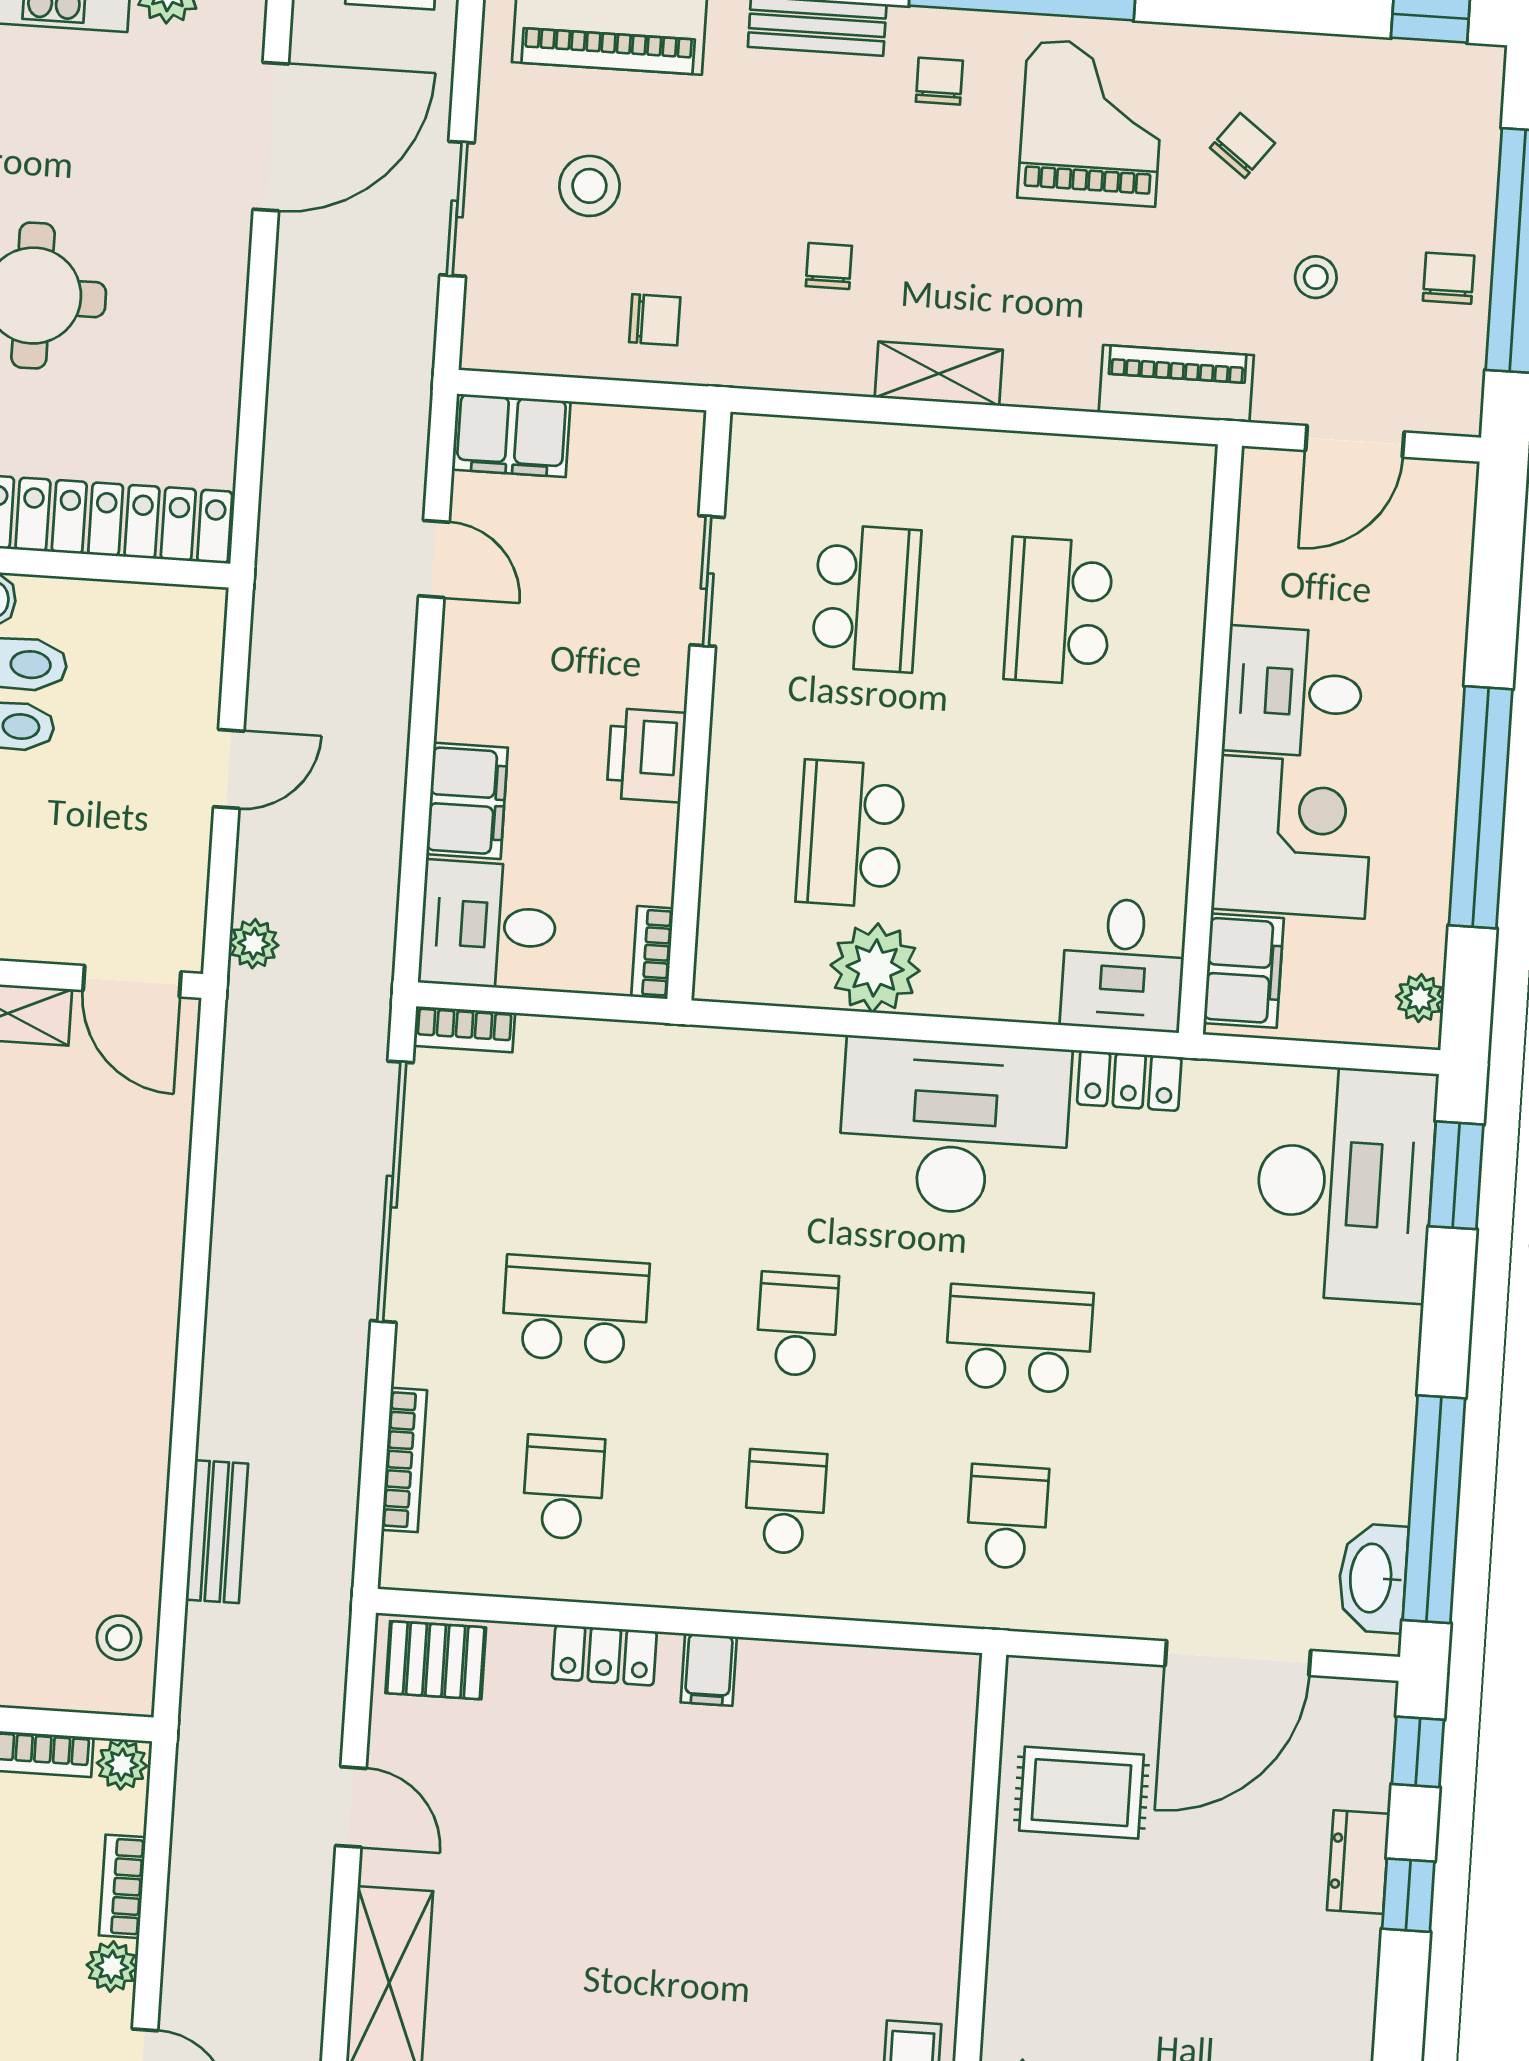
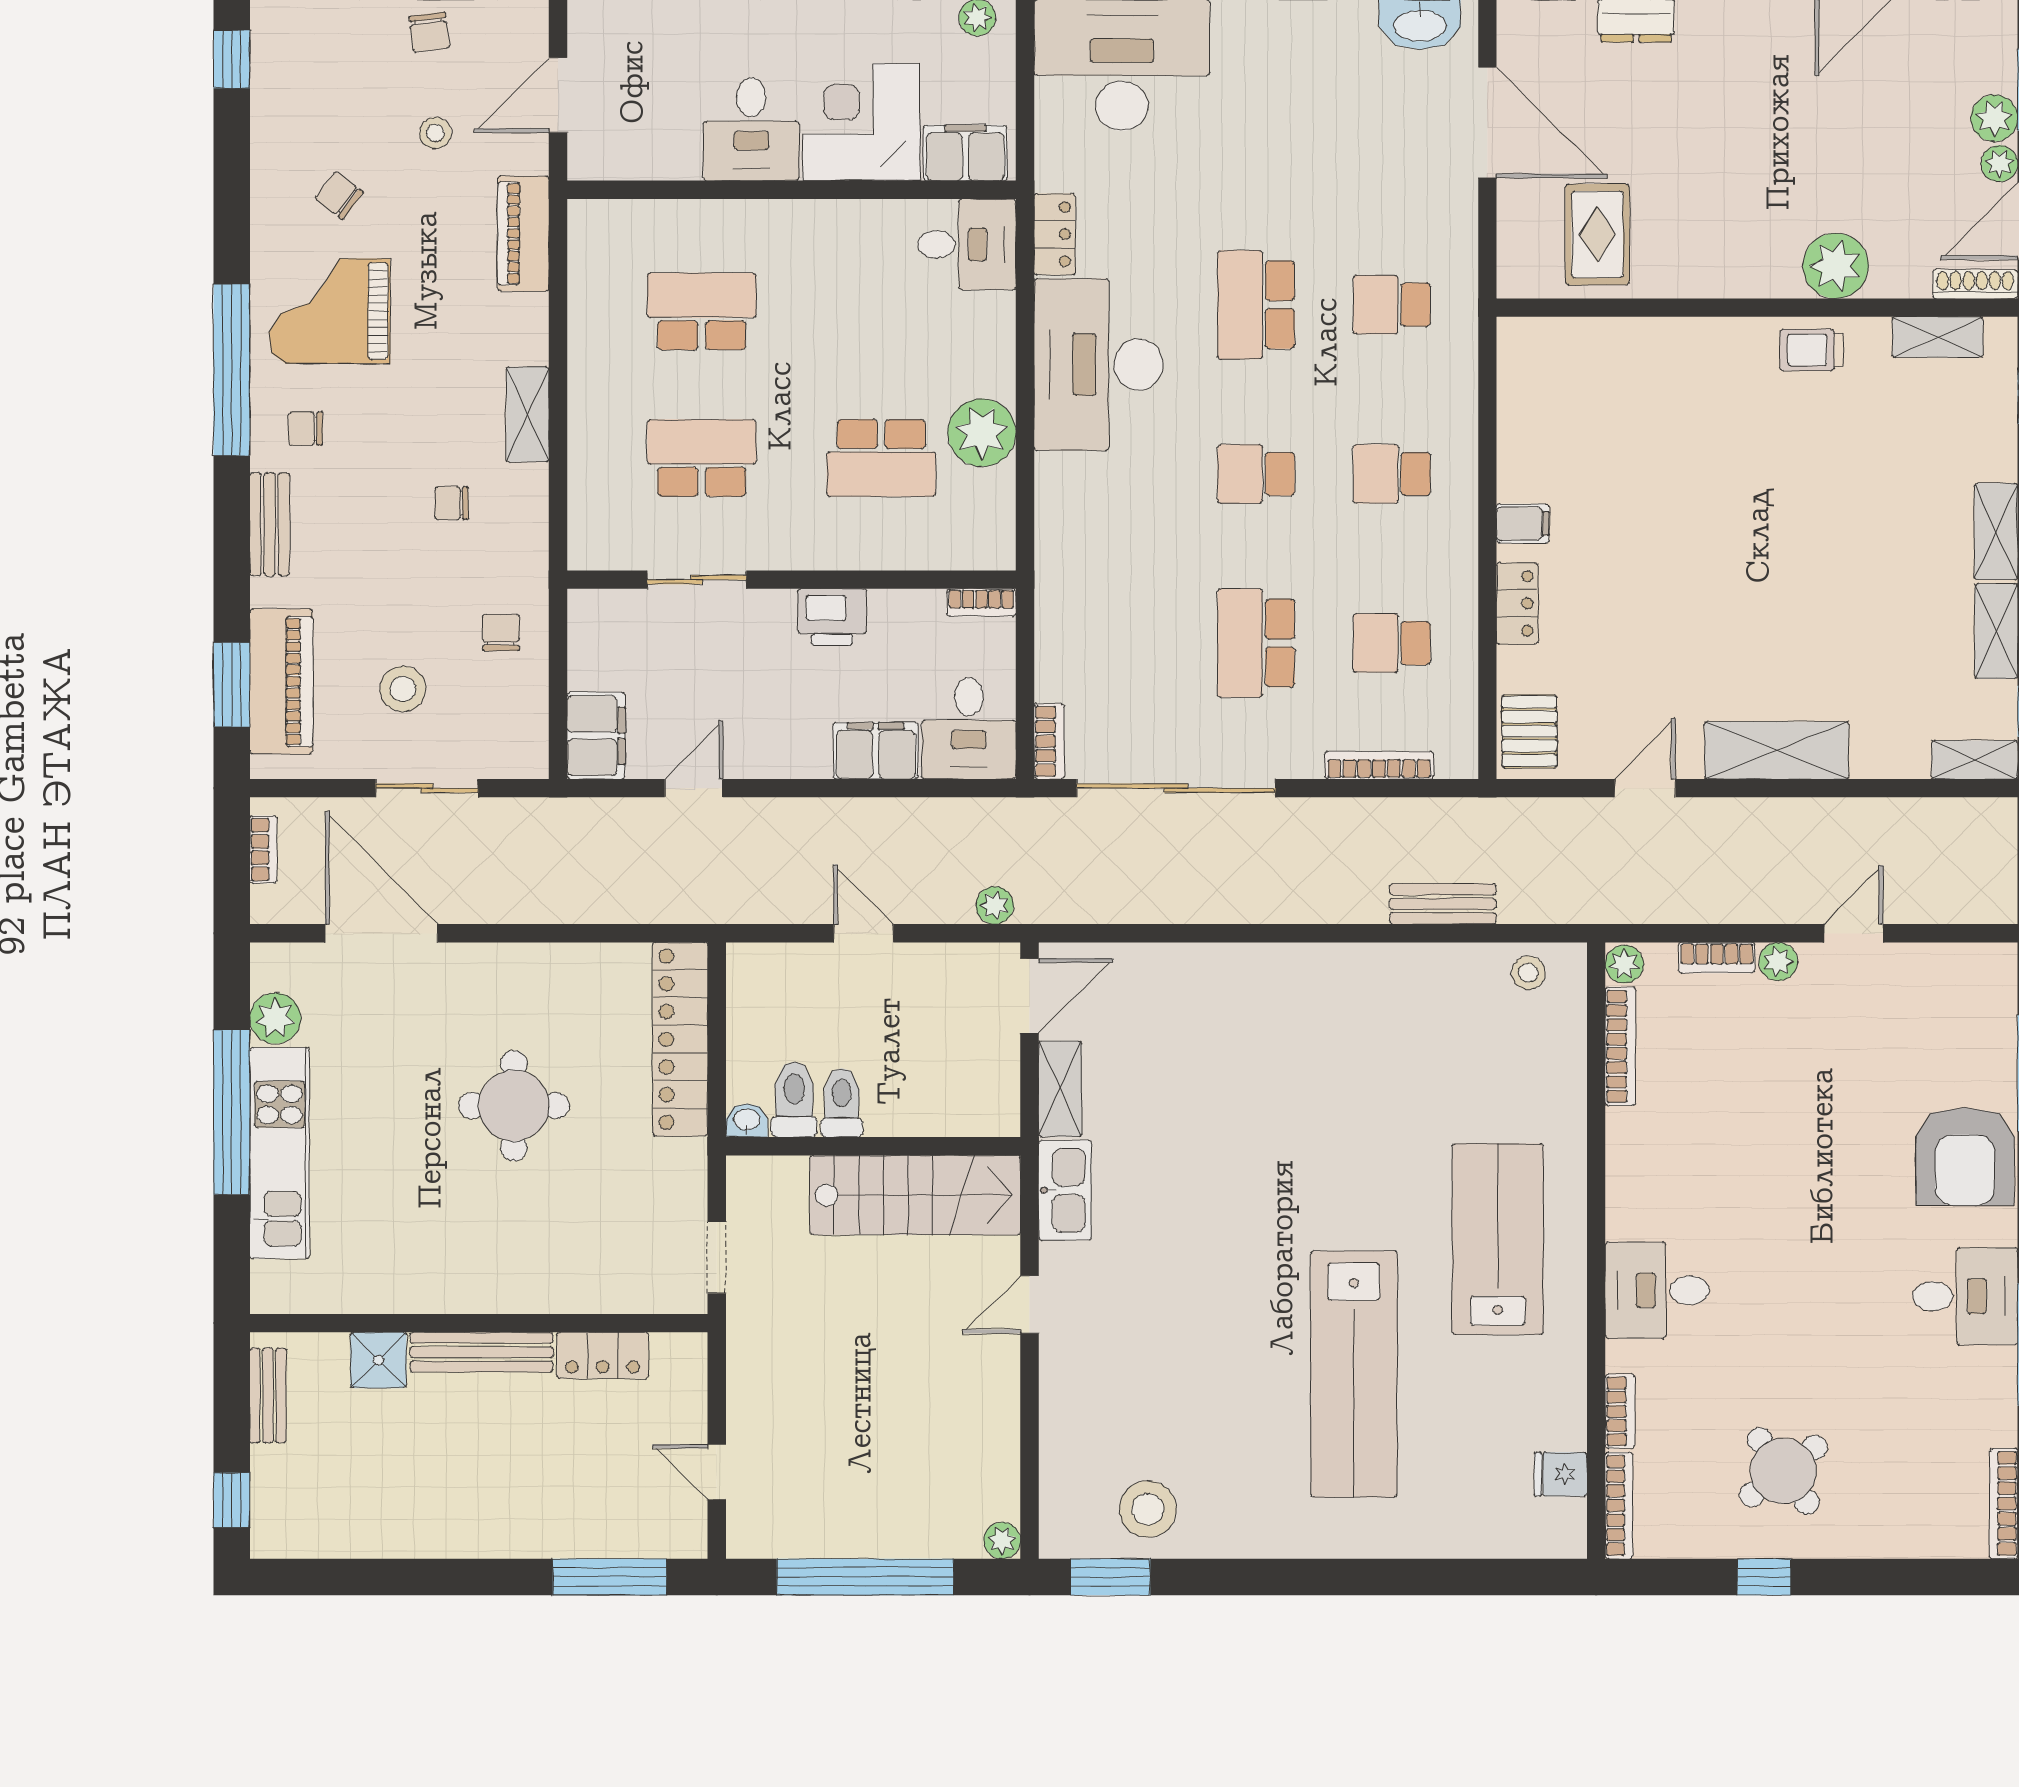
chair: (1449, 278) -> (429, 32), turned -97
door: (1355, 441) -> (558, 95), swing flipped
school desk: (1059, 611) -> (702, 311), turned 180

